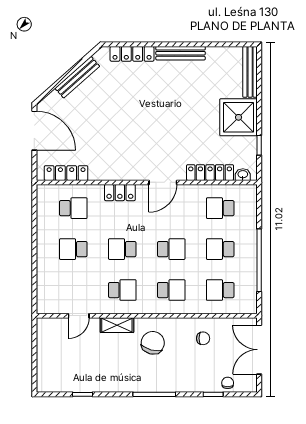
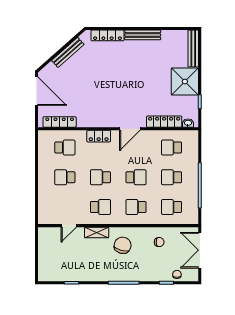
school desk: (171, 290) -> (136, 207), turned 180

